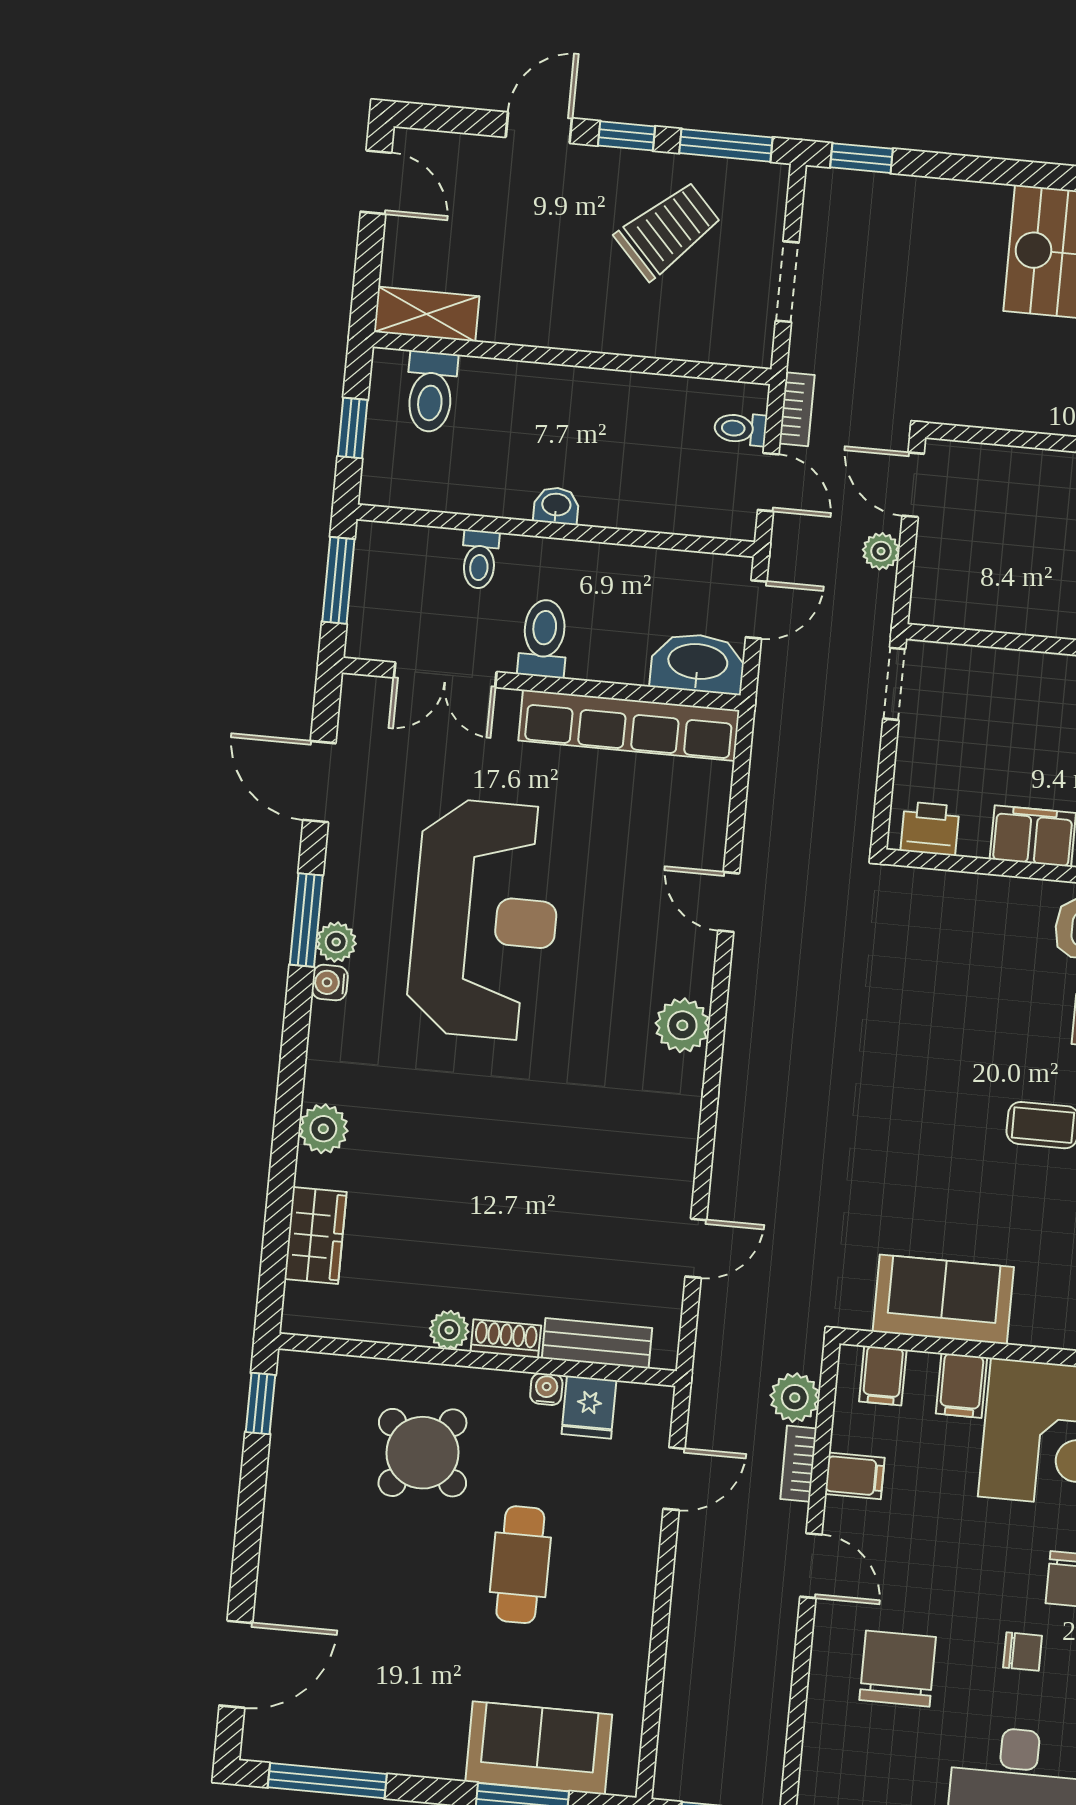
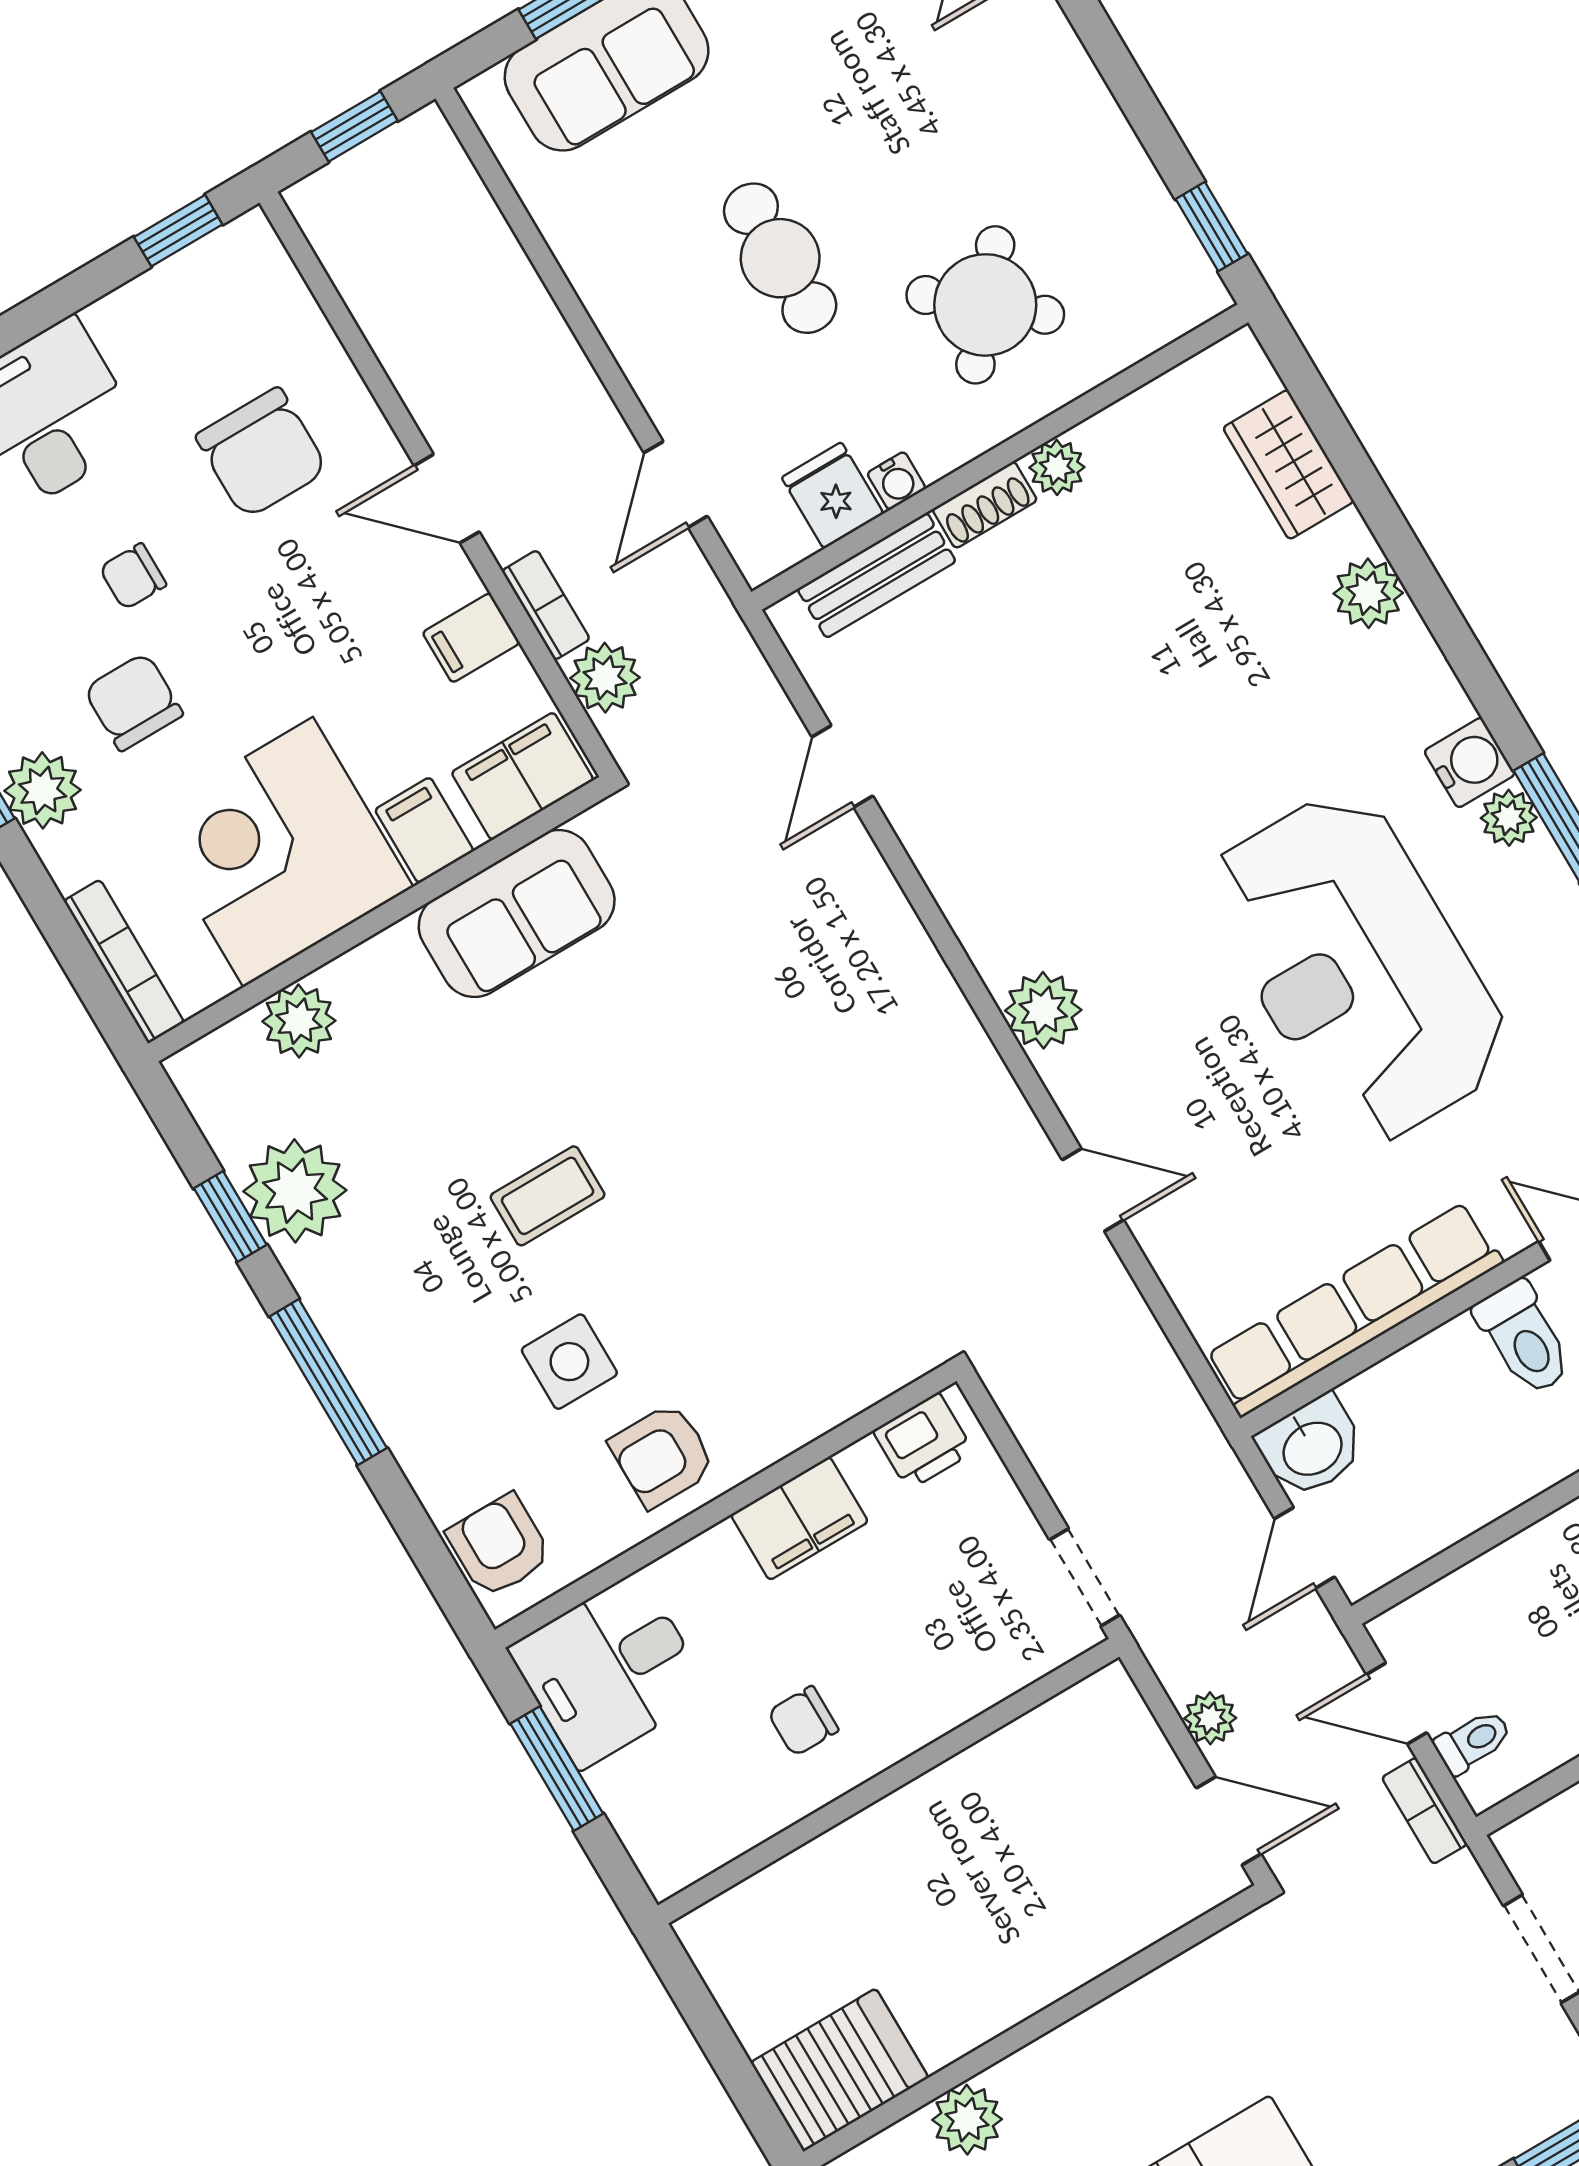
washbasin: (698, 663) -> (1311, 1447), width x0.72
water cooler: (330, 983) -> (1470, 763), width x1.38, depth x1.38
filing cabinet: (883, 1376) -> (522, 776), width x2.00

